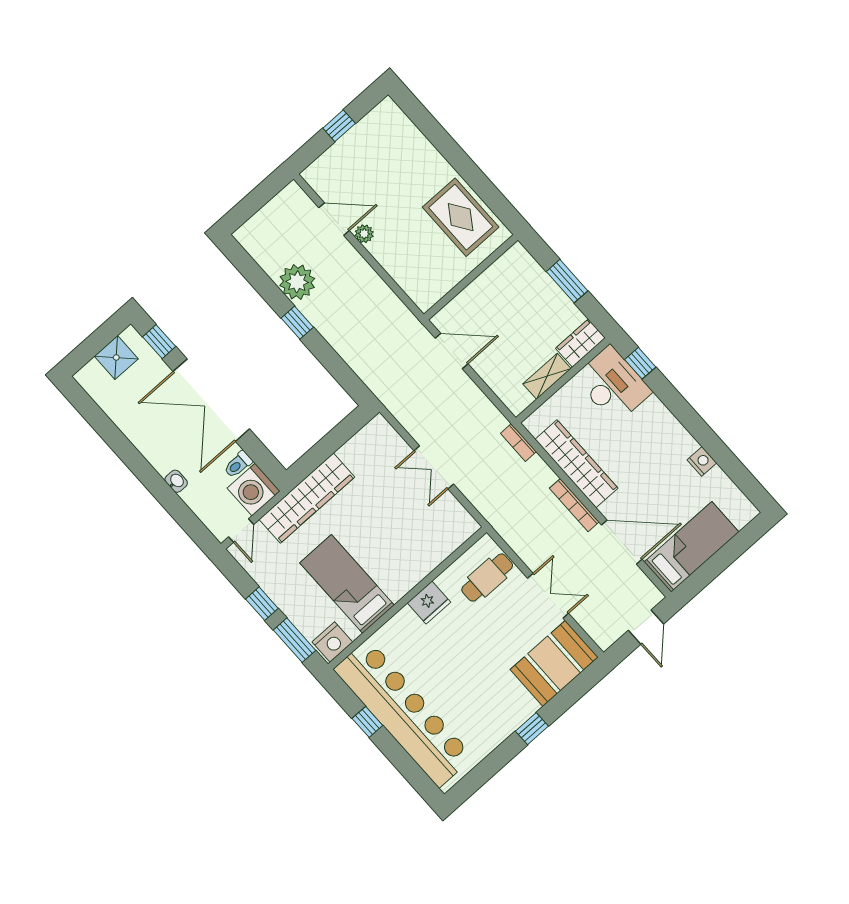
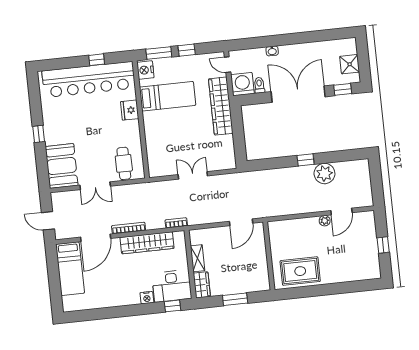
nightstand: (702, 461) -> (147, 298), moved
fridge: (429, 603) -> (130, 110), moved

